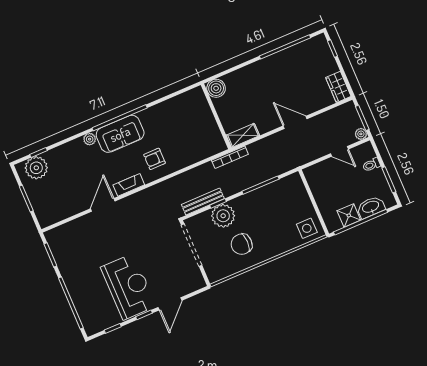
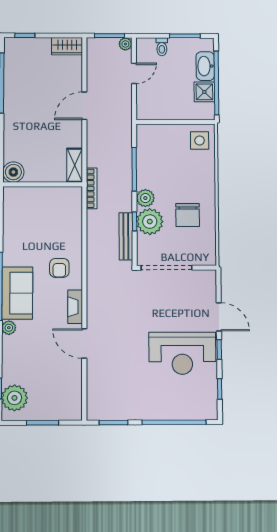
plant: (241, 204) -> (145, 198), added
reception desk: (128, 287) -> (182, 353), turned 180

